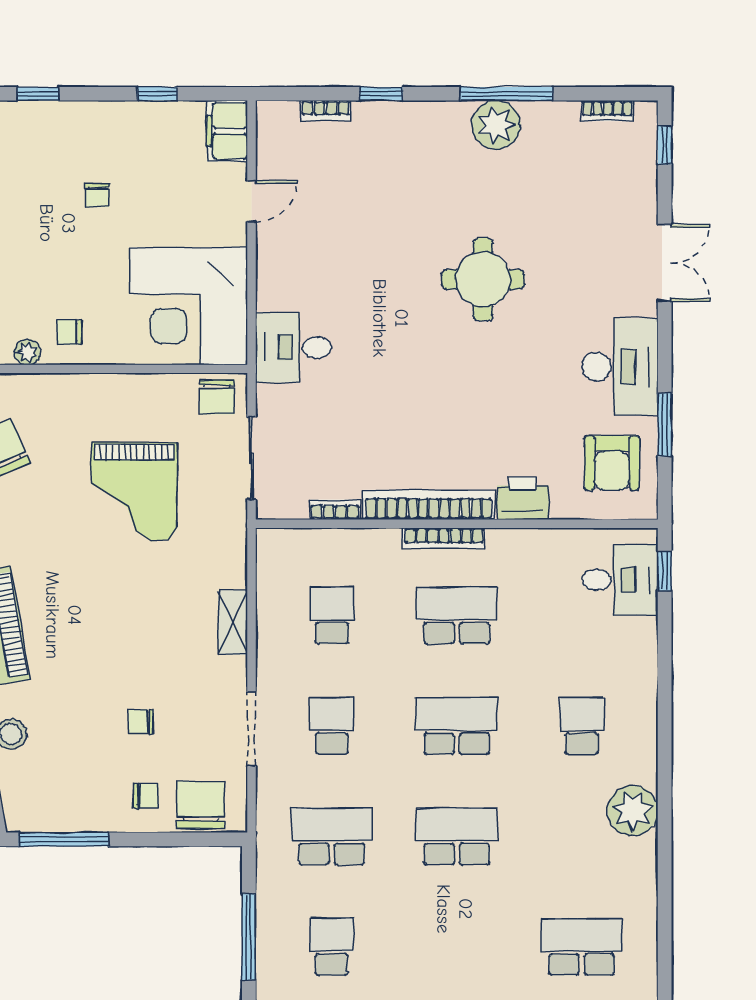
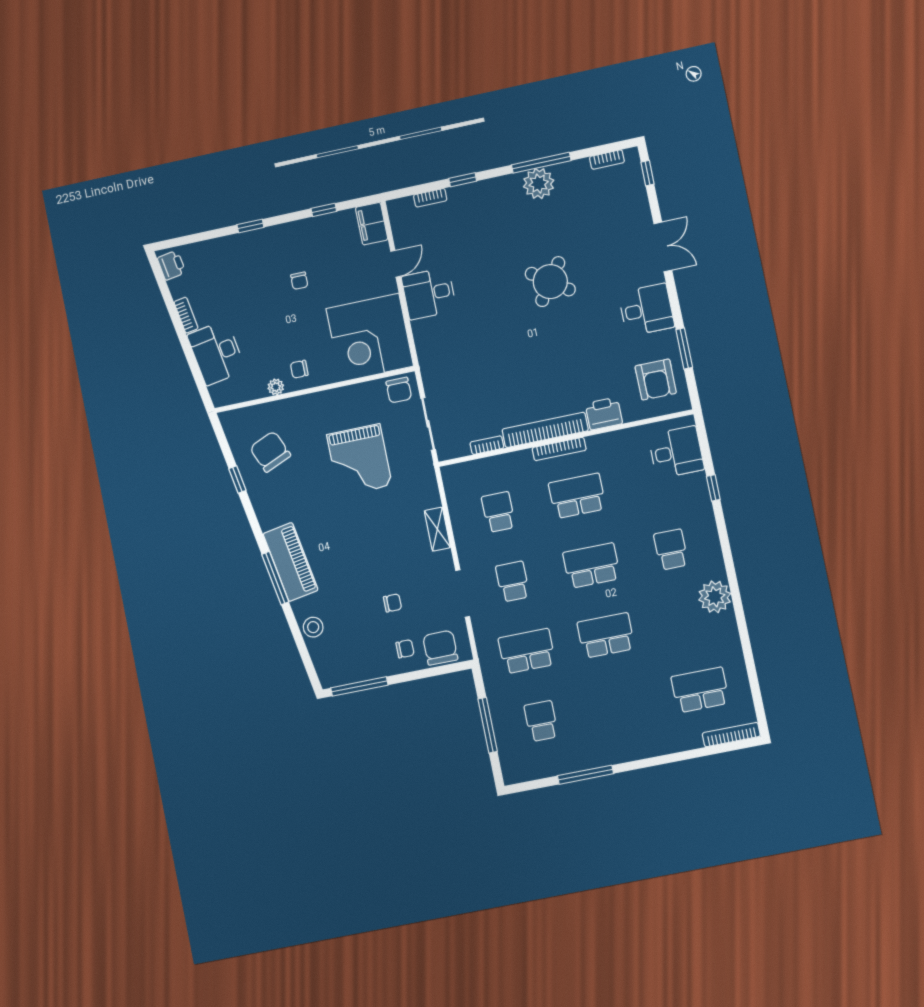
round table: (483, 279) -> (550, 282), turned 35
desk: (293, 347) -> (429, 294), moved
desk: (620, 367) -> (646, 310), width x0.73
window: (665, 571) -> (713, 488), moved
chair: (141, 722) -> (392, 603), turned 180

